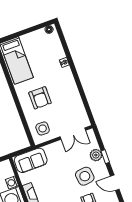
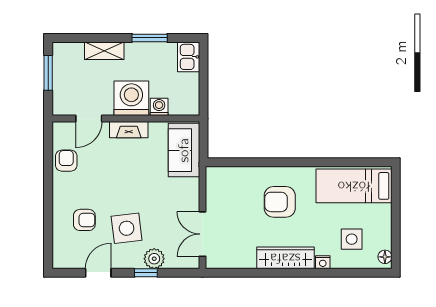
wardrobe: (69, 84) -> (285, 258), added
side table: (43, 128) -> (352, 239), moved

